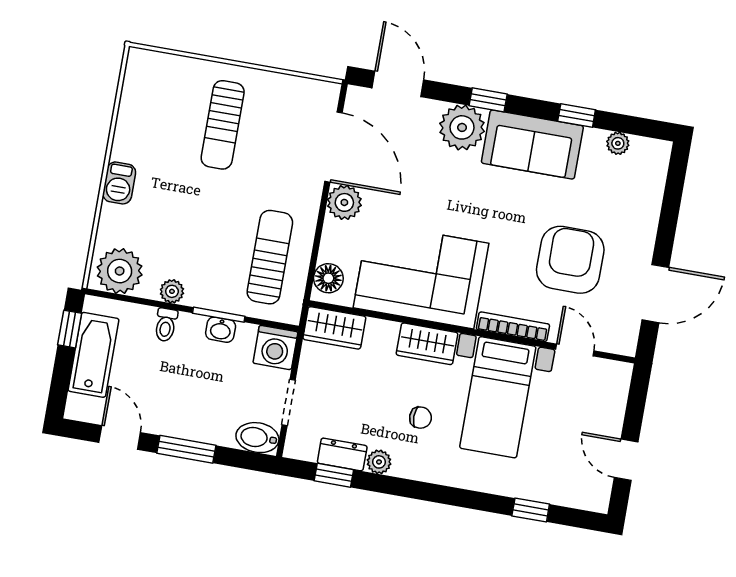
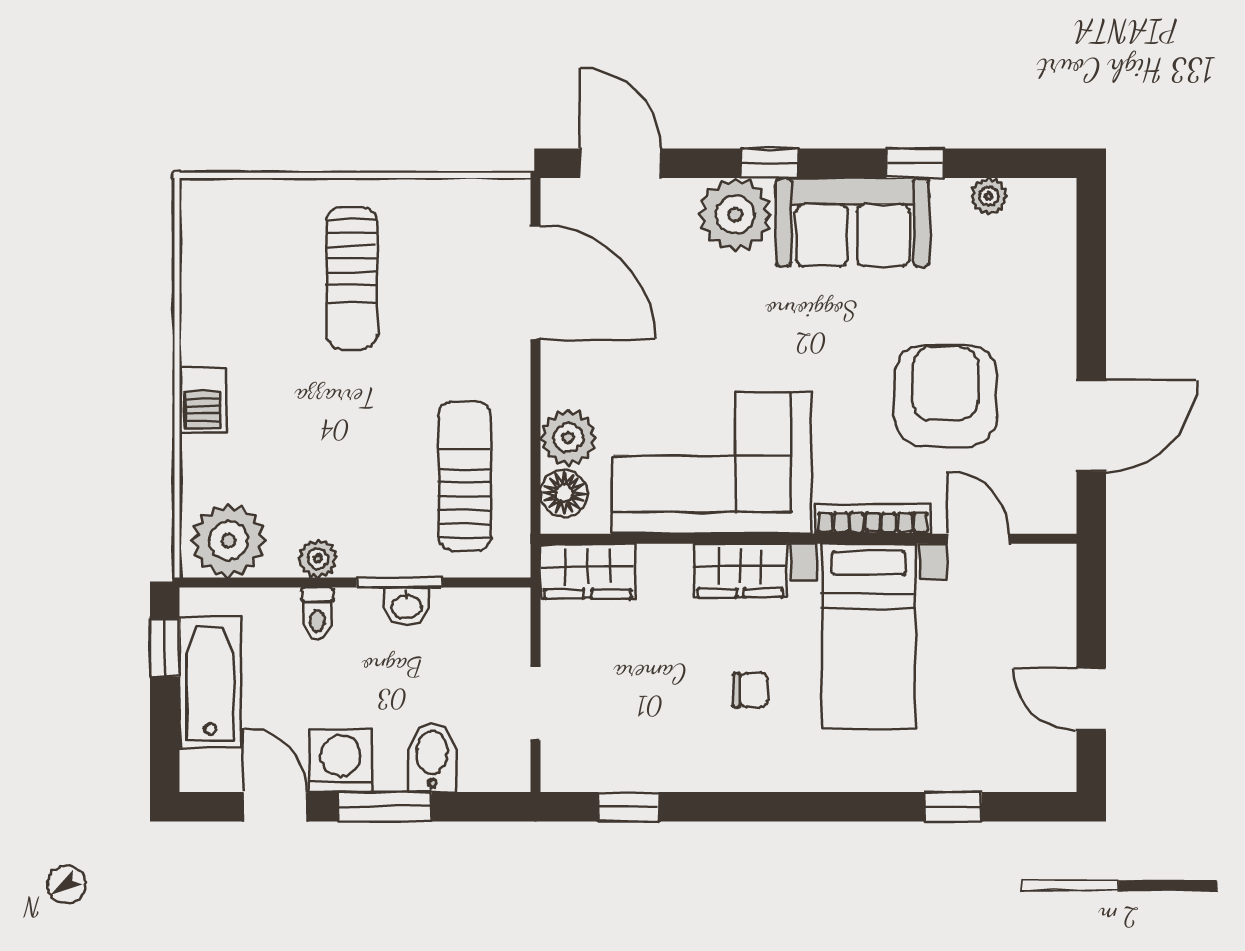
plant: (344, 202) -> (568, 438), moved
washing machine: (275, 348) -> (340, 761), moved, turned 180
bidet: (257, 438) -> (432, 757), moved, turned 90
dresser: (342, 454) -> (636, 771), removed
plant: (379, 462) -> (697, 773), removed

